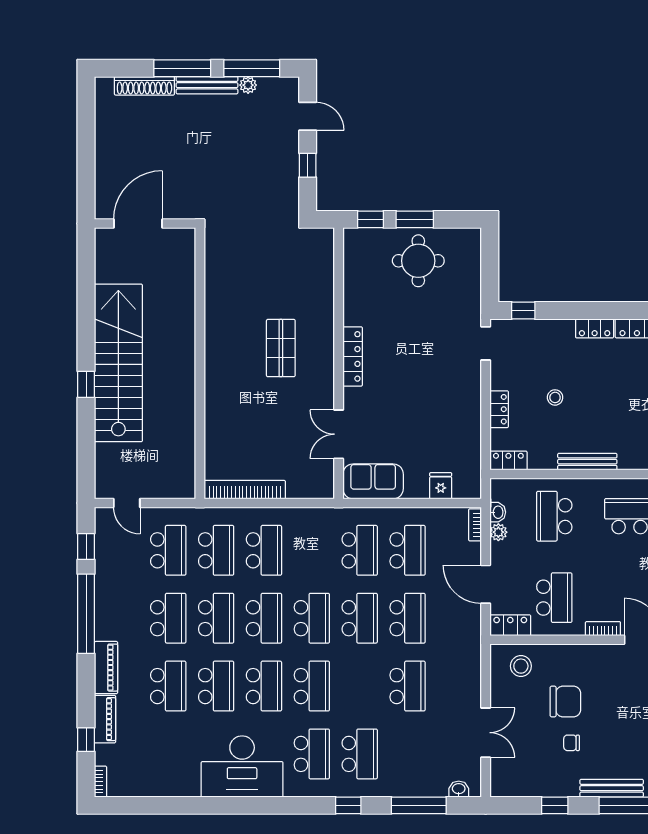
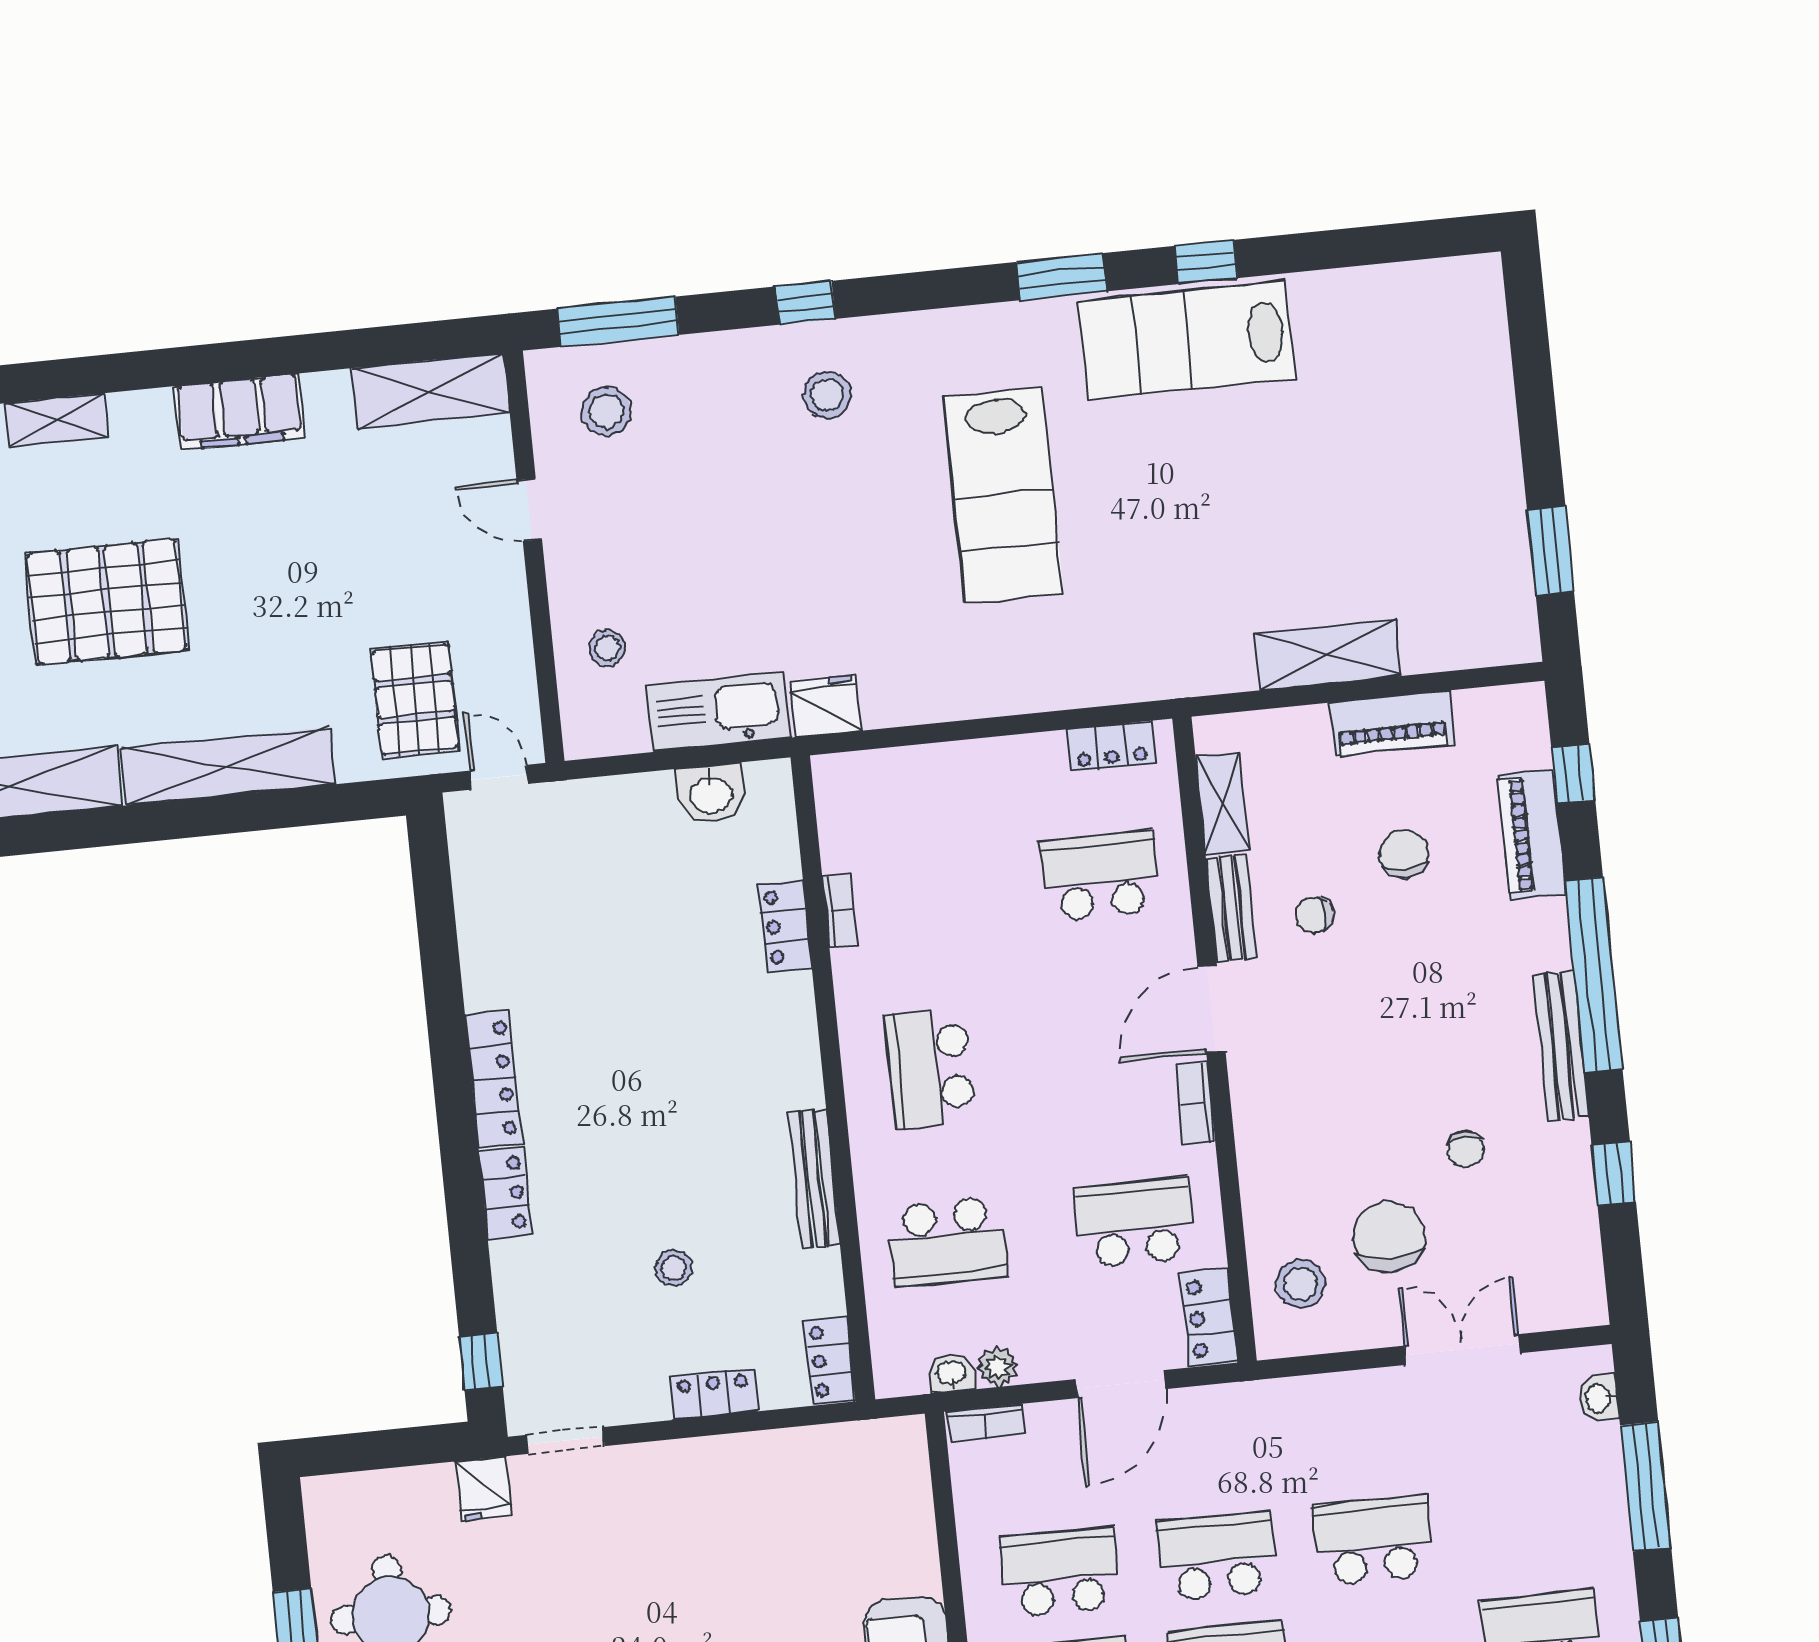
fridge: (441, 486) -> (484, 1489), moved, turned -90
chair: (565, 701) -> (1389, 1237), moved

